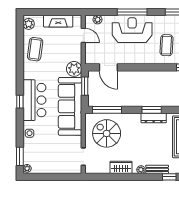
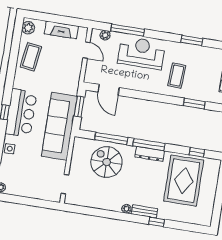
window: (132, 12) -> (128, 30), moved
plant: (74, 69) -> (70, 86), removed
window: (107, 110) -> (111, 139), moved
window: (152, 110) -> (149, 145), width x1.44
spiral stairs: (107, 133) -> (107, 162), moved
wardrobe: (121, 167) -> (105, 203), removed

